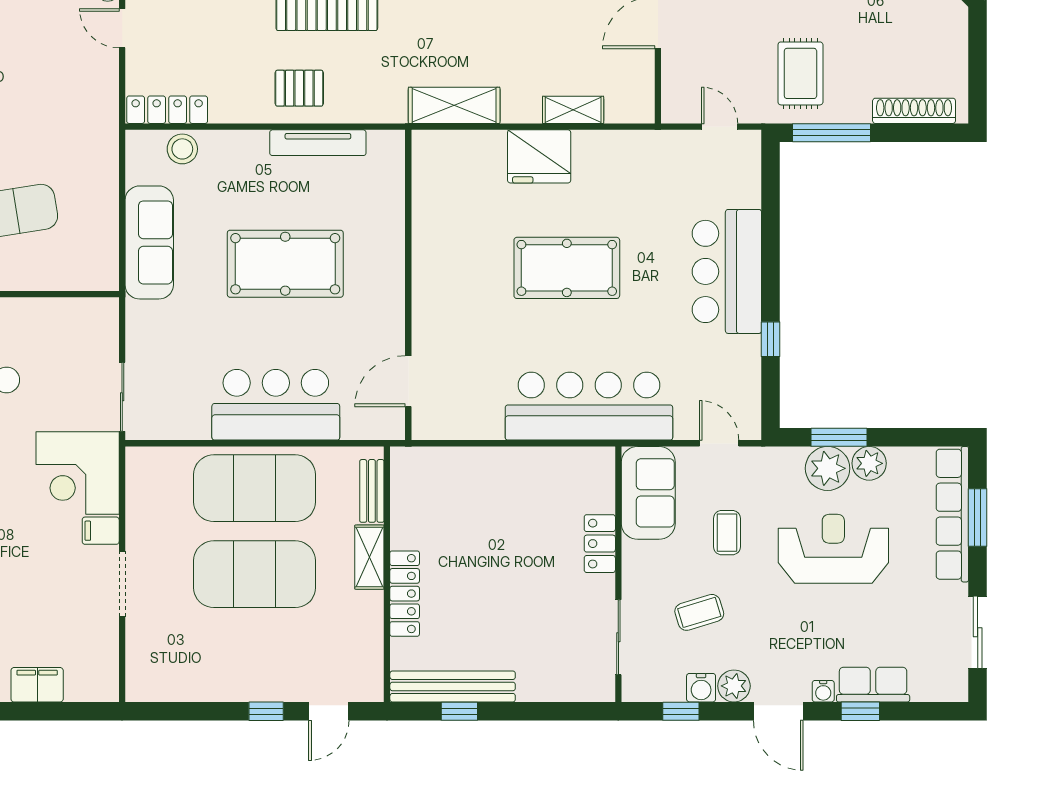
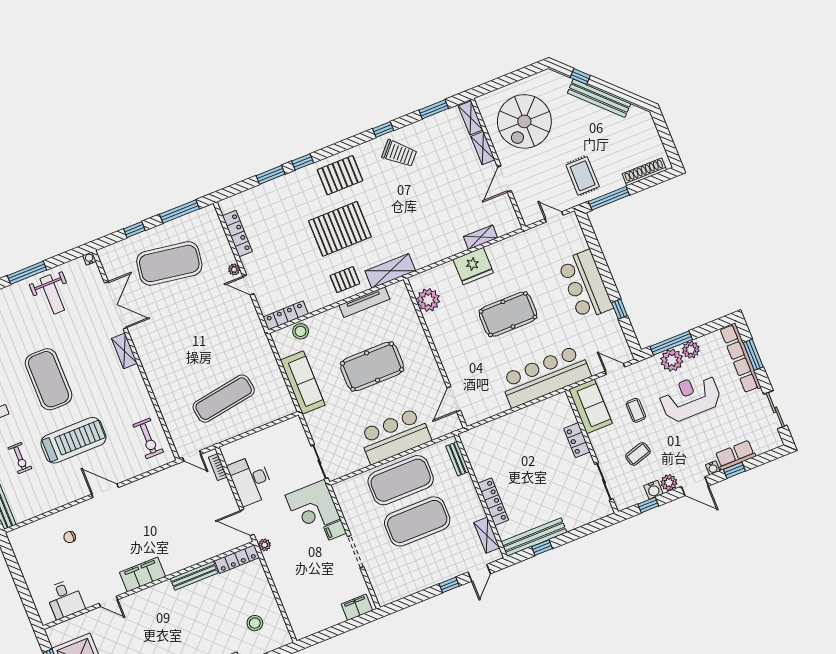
shelving: (454, 105) -> (390, 271), moved
plant: (434, 185) -> (428, 300), added
window: (839, 437) -> (671, 343), width x1.44
shelving: (369, 557) -> (487, 535), moved
filing cabinet: (37, 685) -> (357, 607), moved

